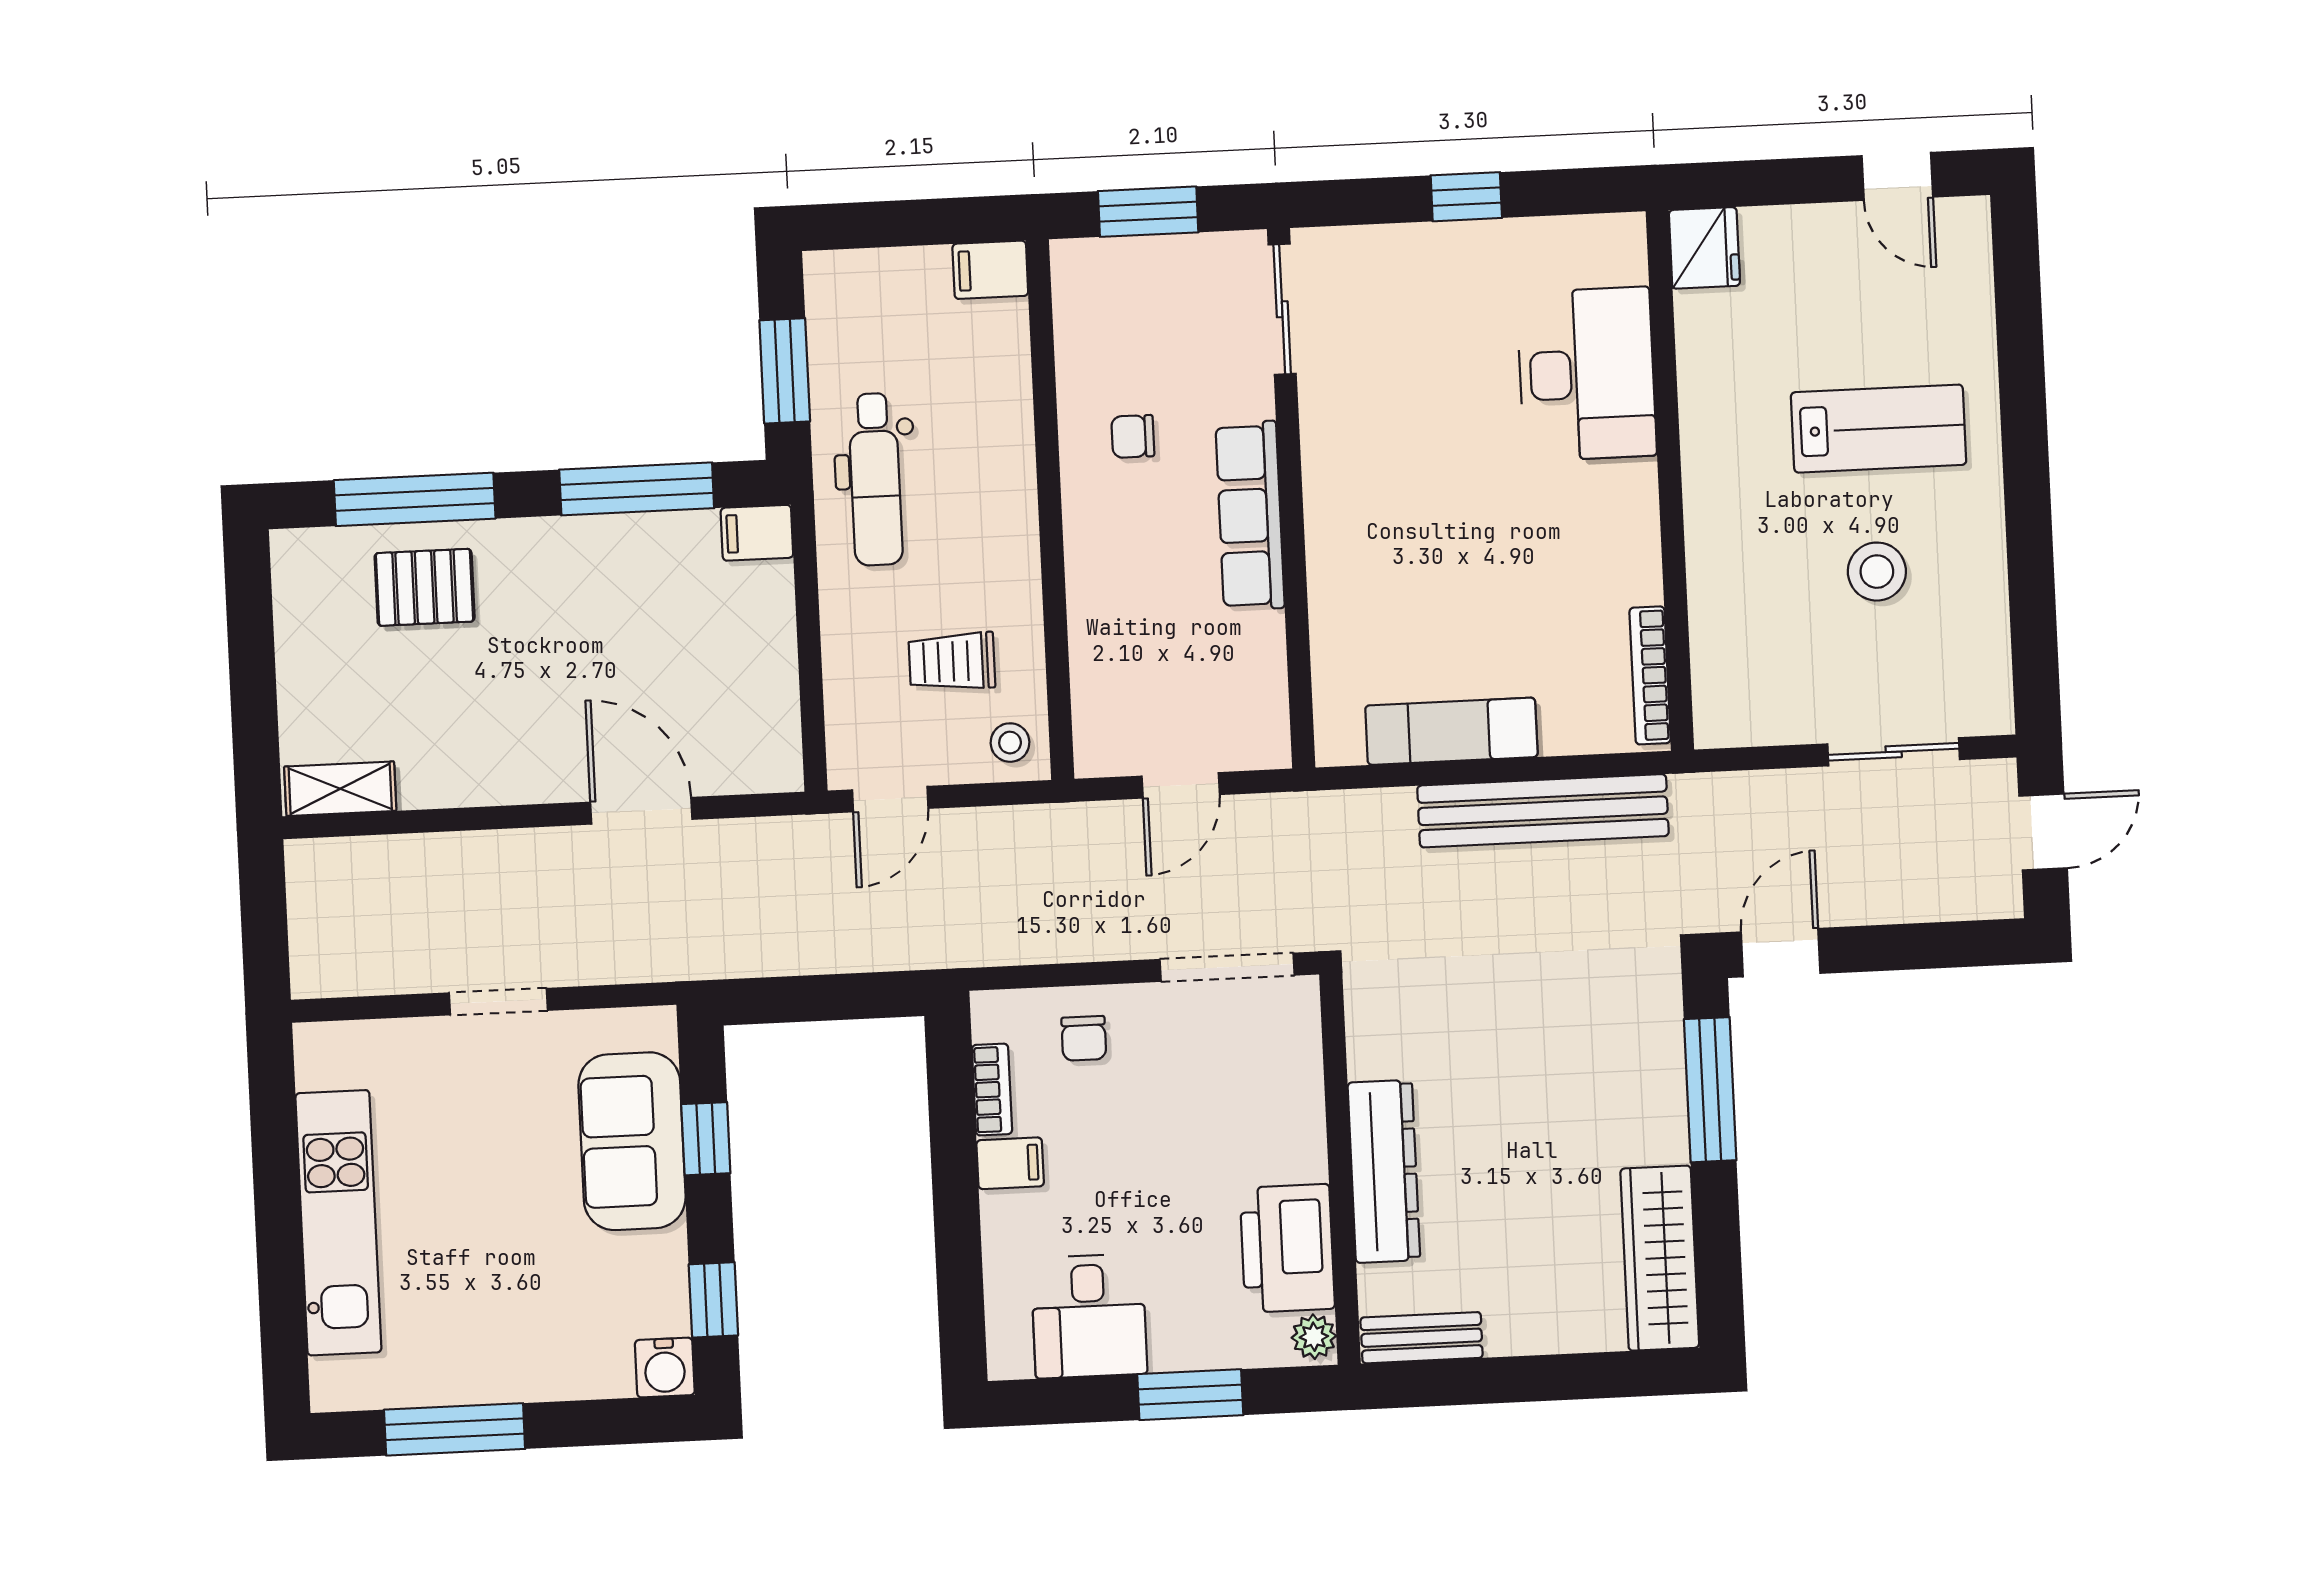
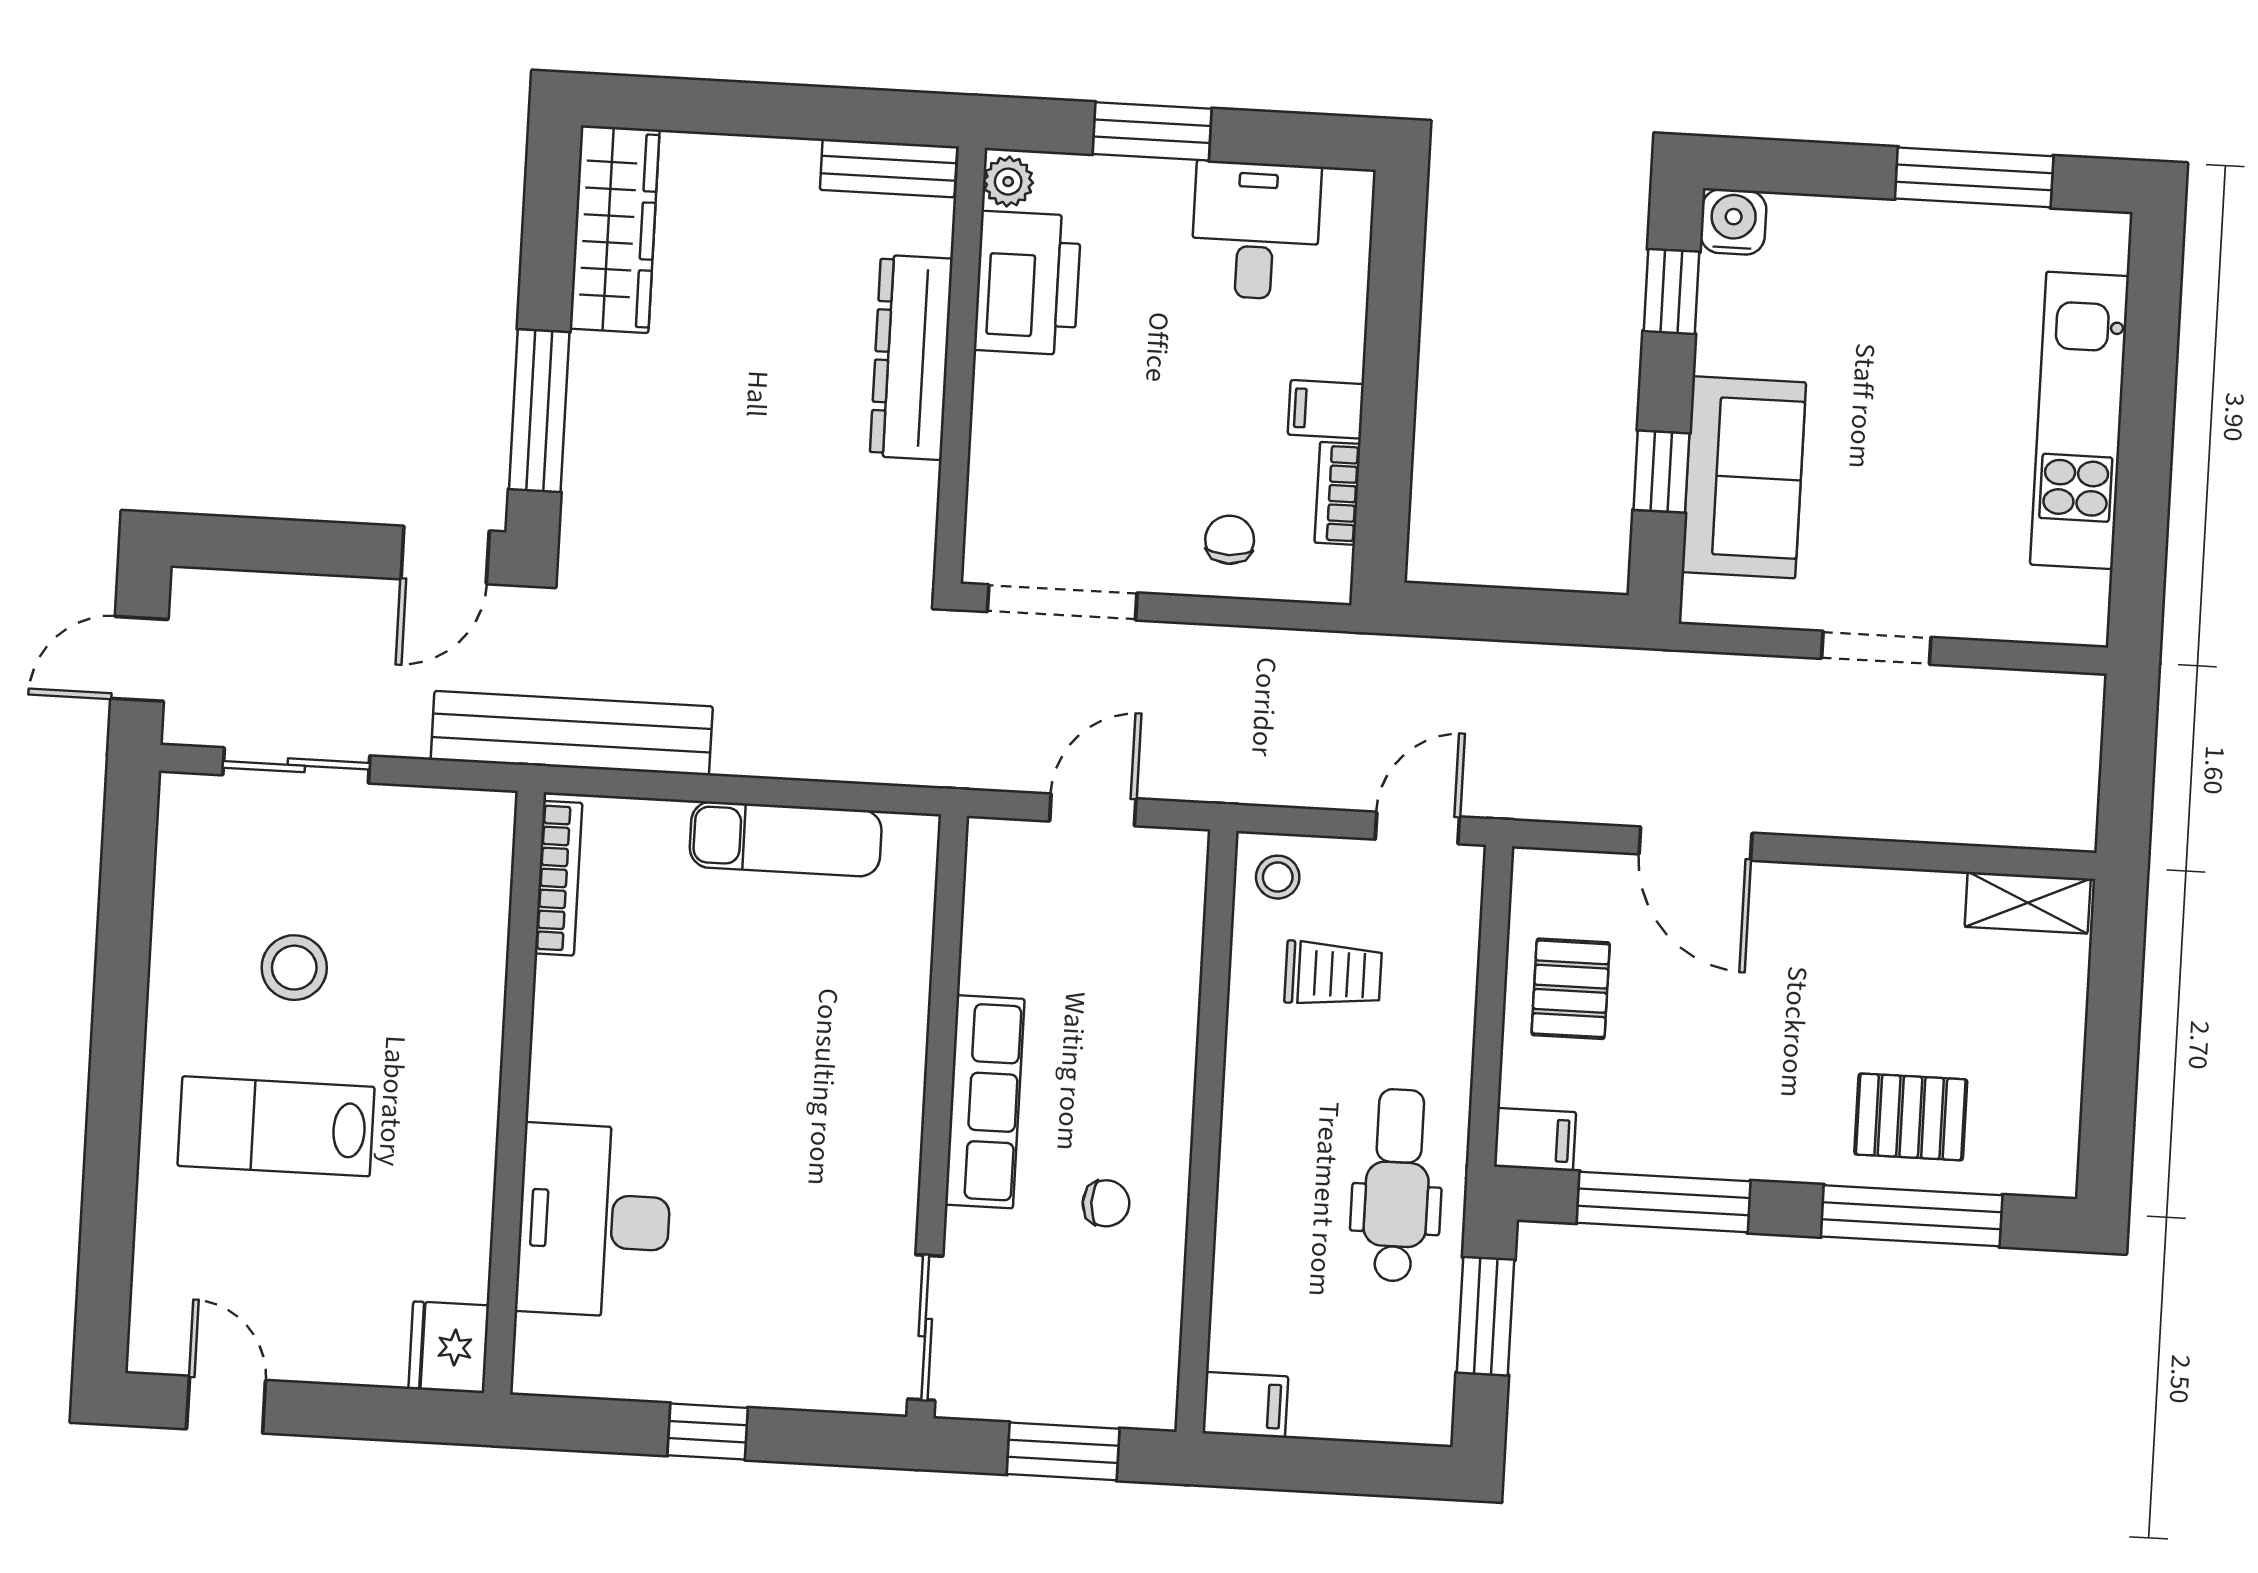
pallet: (739, 670) -> (1571, 989), added
bench: (1543, 811) -> (572, 733), moved

